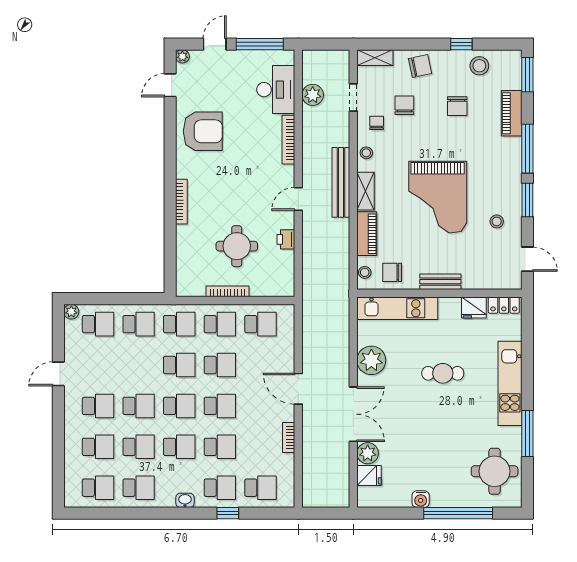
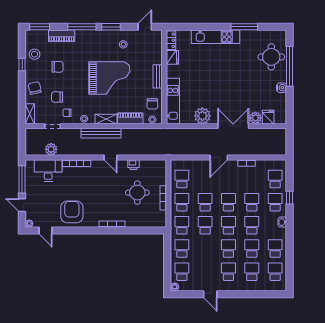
cafe table: (443, 373) -> (210, 75), removed
round table: (495, 471) -> (271, 57), moved

